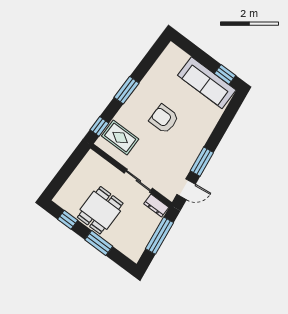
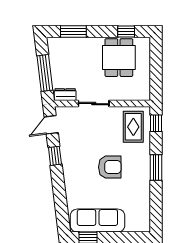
rug: (120, 137) -> (133, 127), turned 90
window: (202, 162) -> (55, 156), width x0.67
dining table: (100, 210) -> (119, 58), moved
window: (99, 243) -> (73, 32), moved

